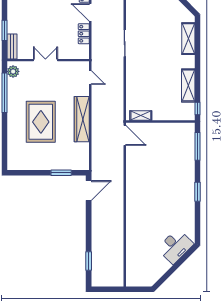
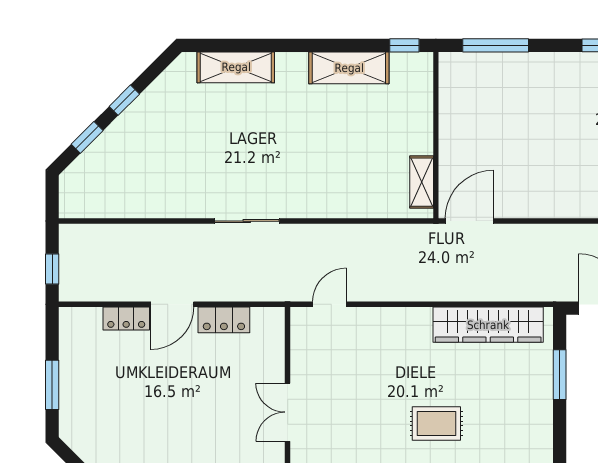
wardrobe: (82, 119) -> (488, 325), moved
rug: (41, 122) -> (436, 423), width x0.54, depth x0.49

